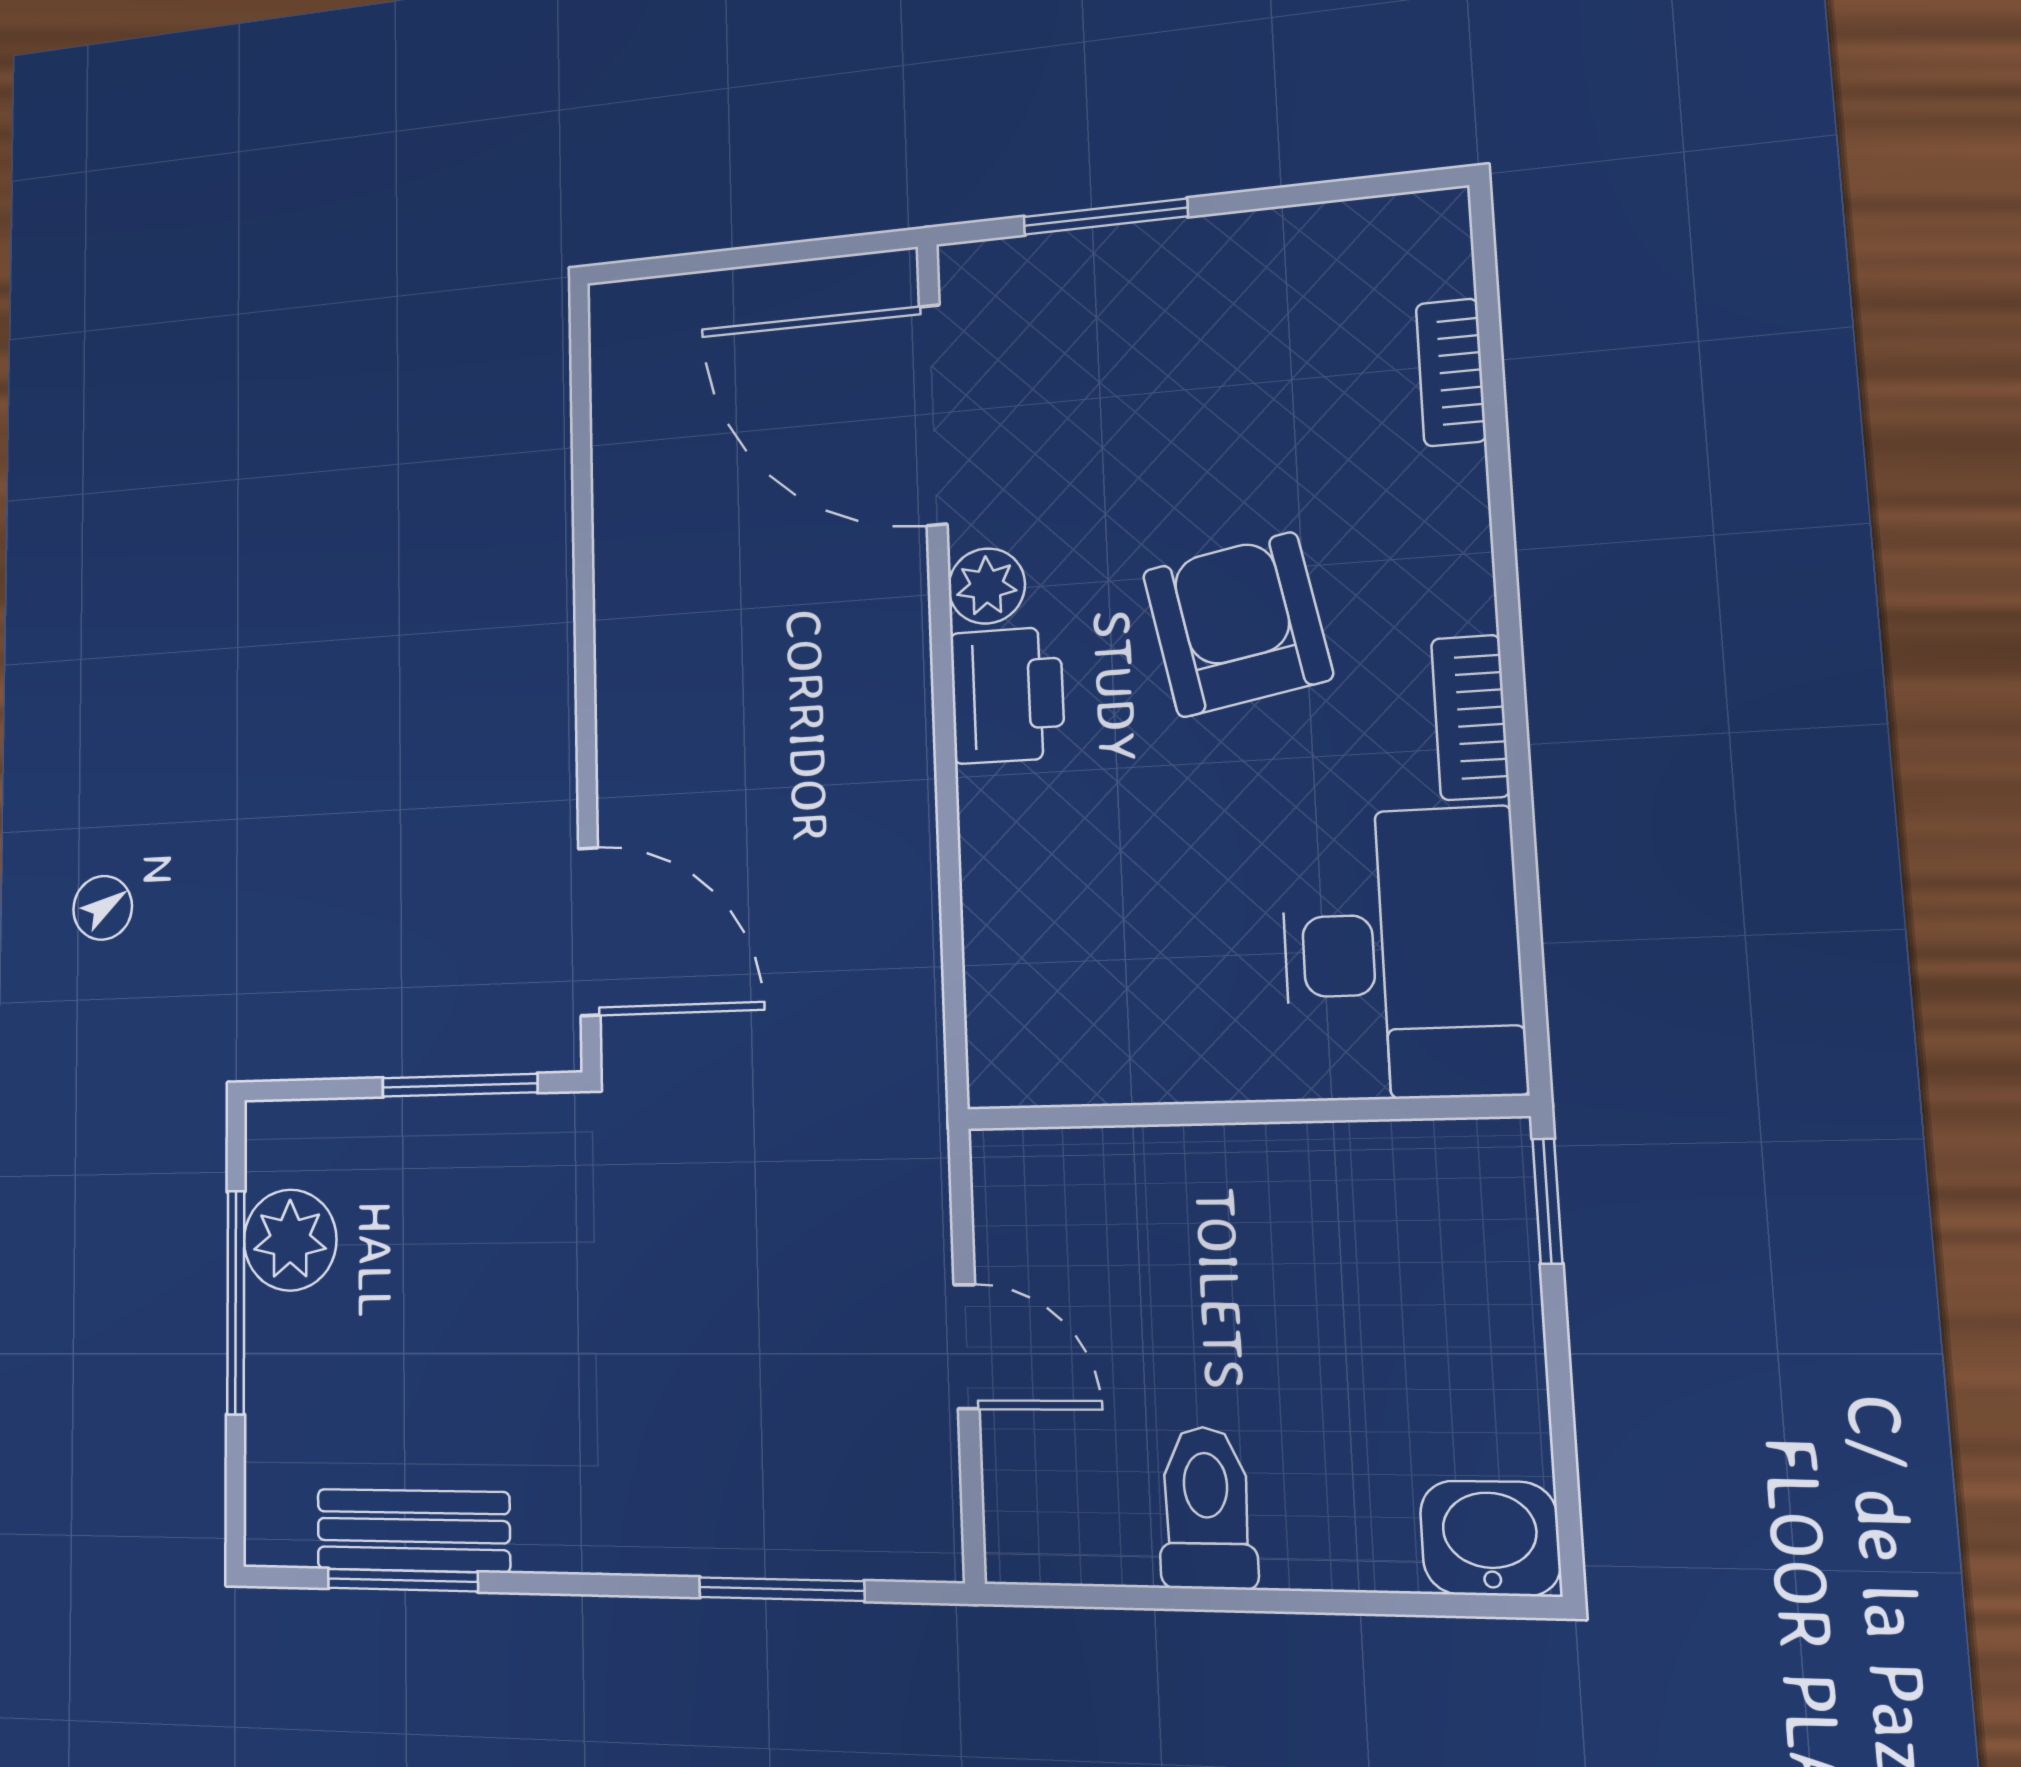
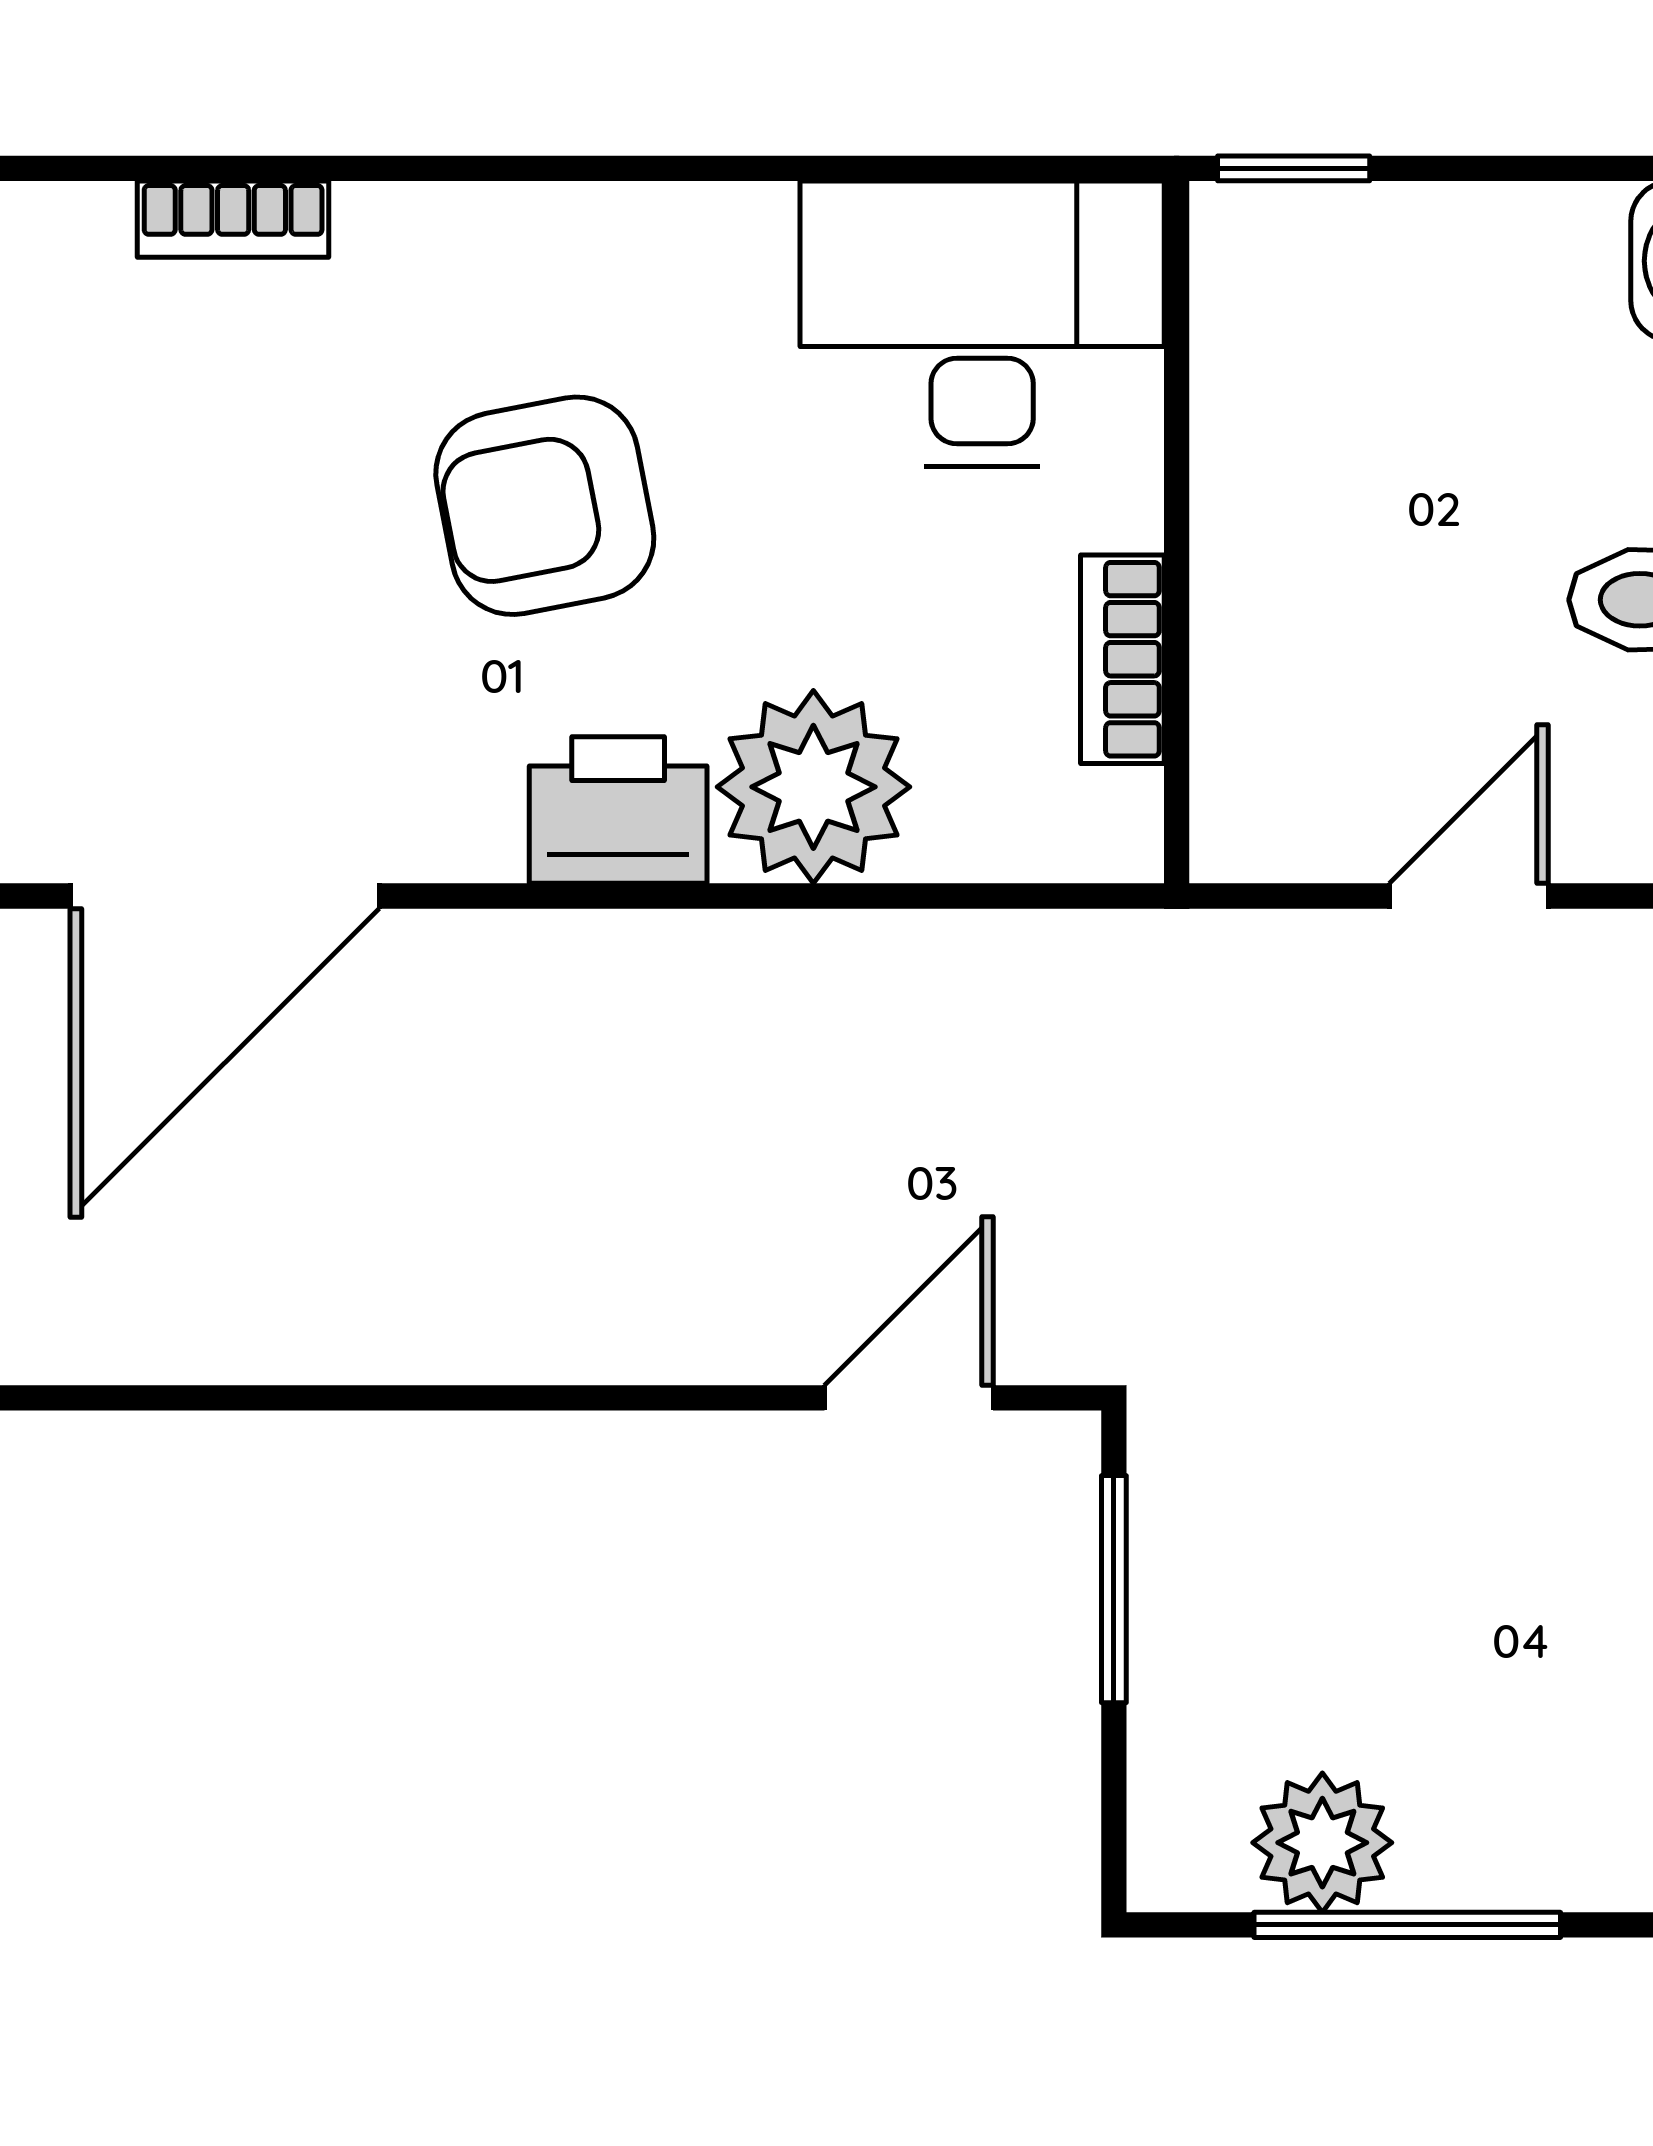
plant: (987, 586) -> (813, 787), moved, width x1.87, depth x1.87
bookcase: (1470, 717) -> (1122, 659), moved, turned 90
door: (589, 931) -> (909, 1398), width x0.73

